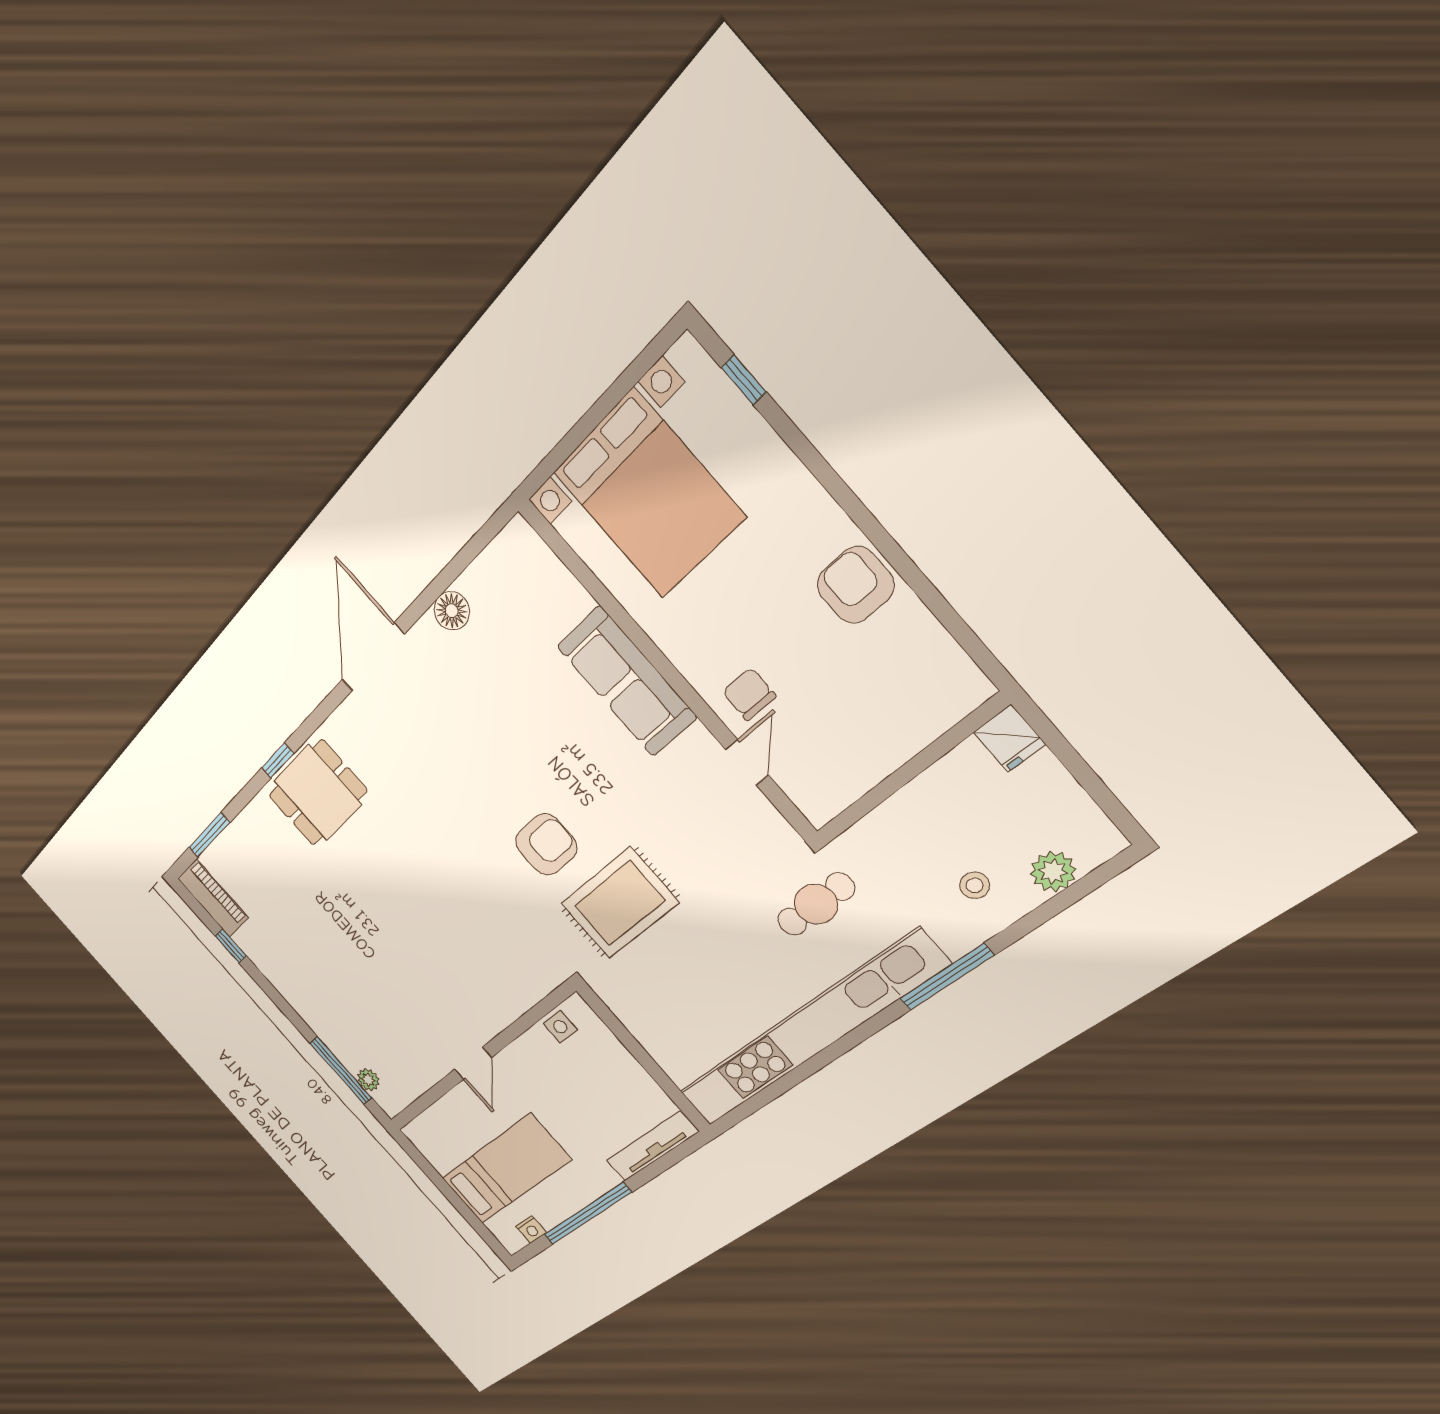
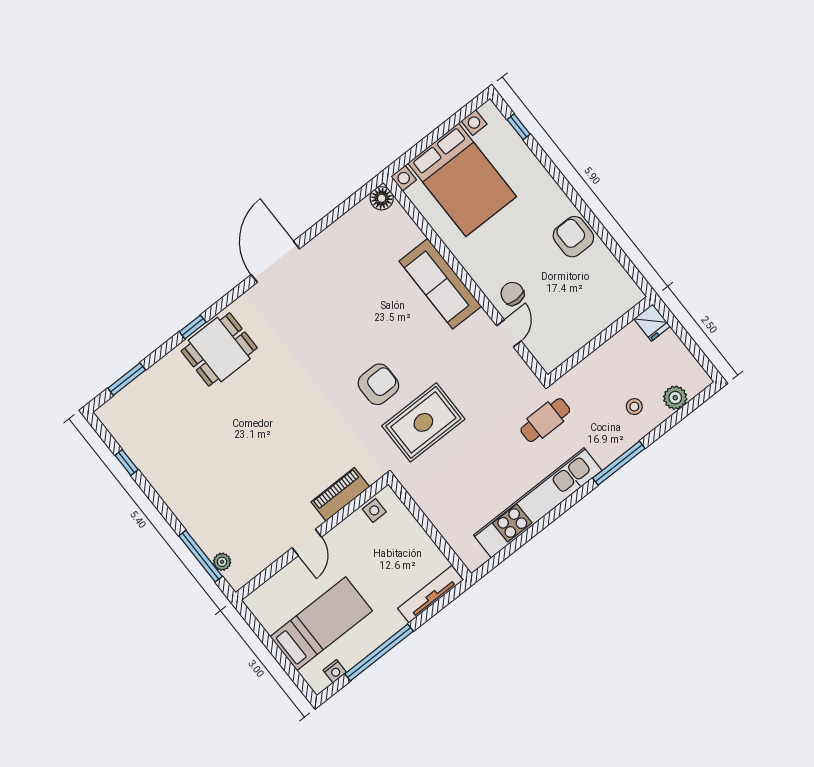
floor lamp: (452, 611) -> (382, 198), moved
piano: (213, 898) -> (340, 494), moved, turned -90
kitchen unit: (809, 1031) -> (538, 503), width x0.73

